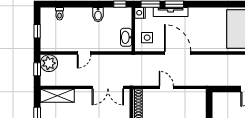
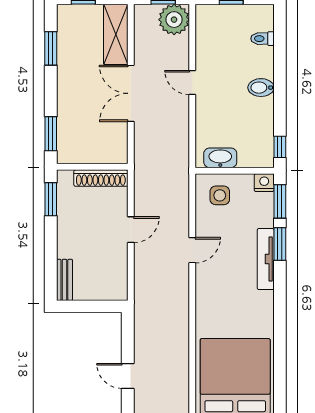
tv unit: (171, 12) -> (266, 259), moved
bidet: (98, 15) -> (261, 88), moved
door: (178, 53) -> (192, 250), width x0.53
double door: (108, 87) -> (131, 93), moved

